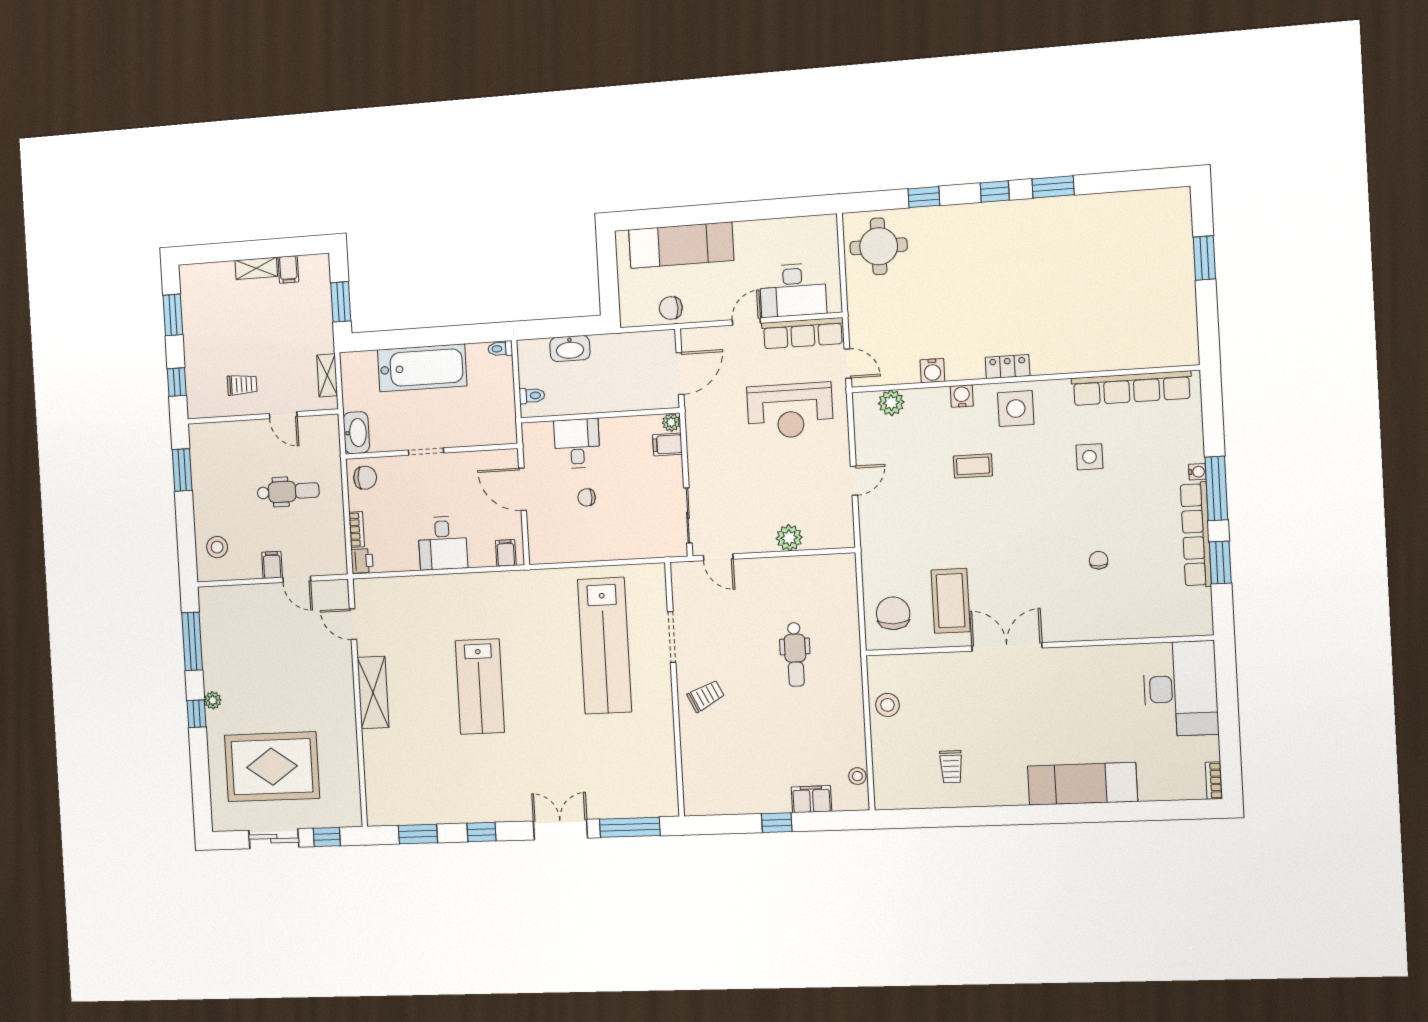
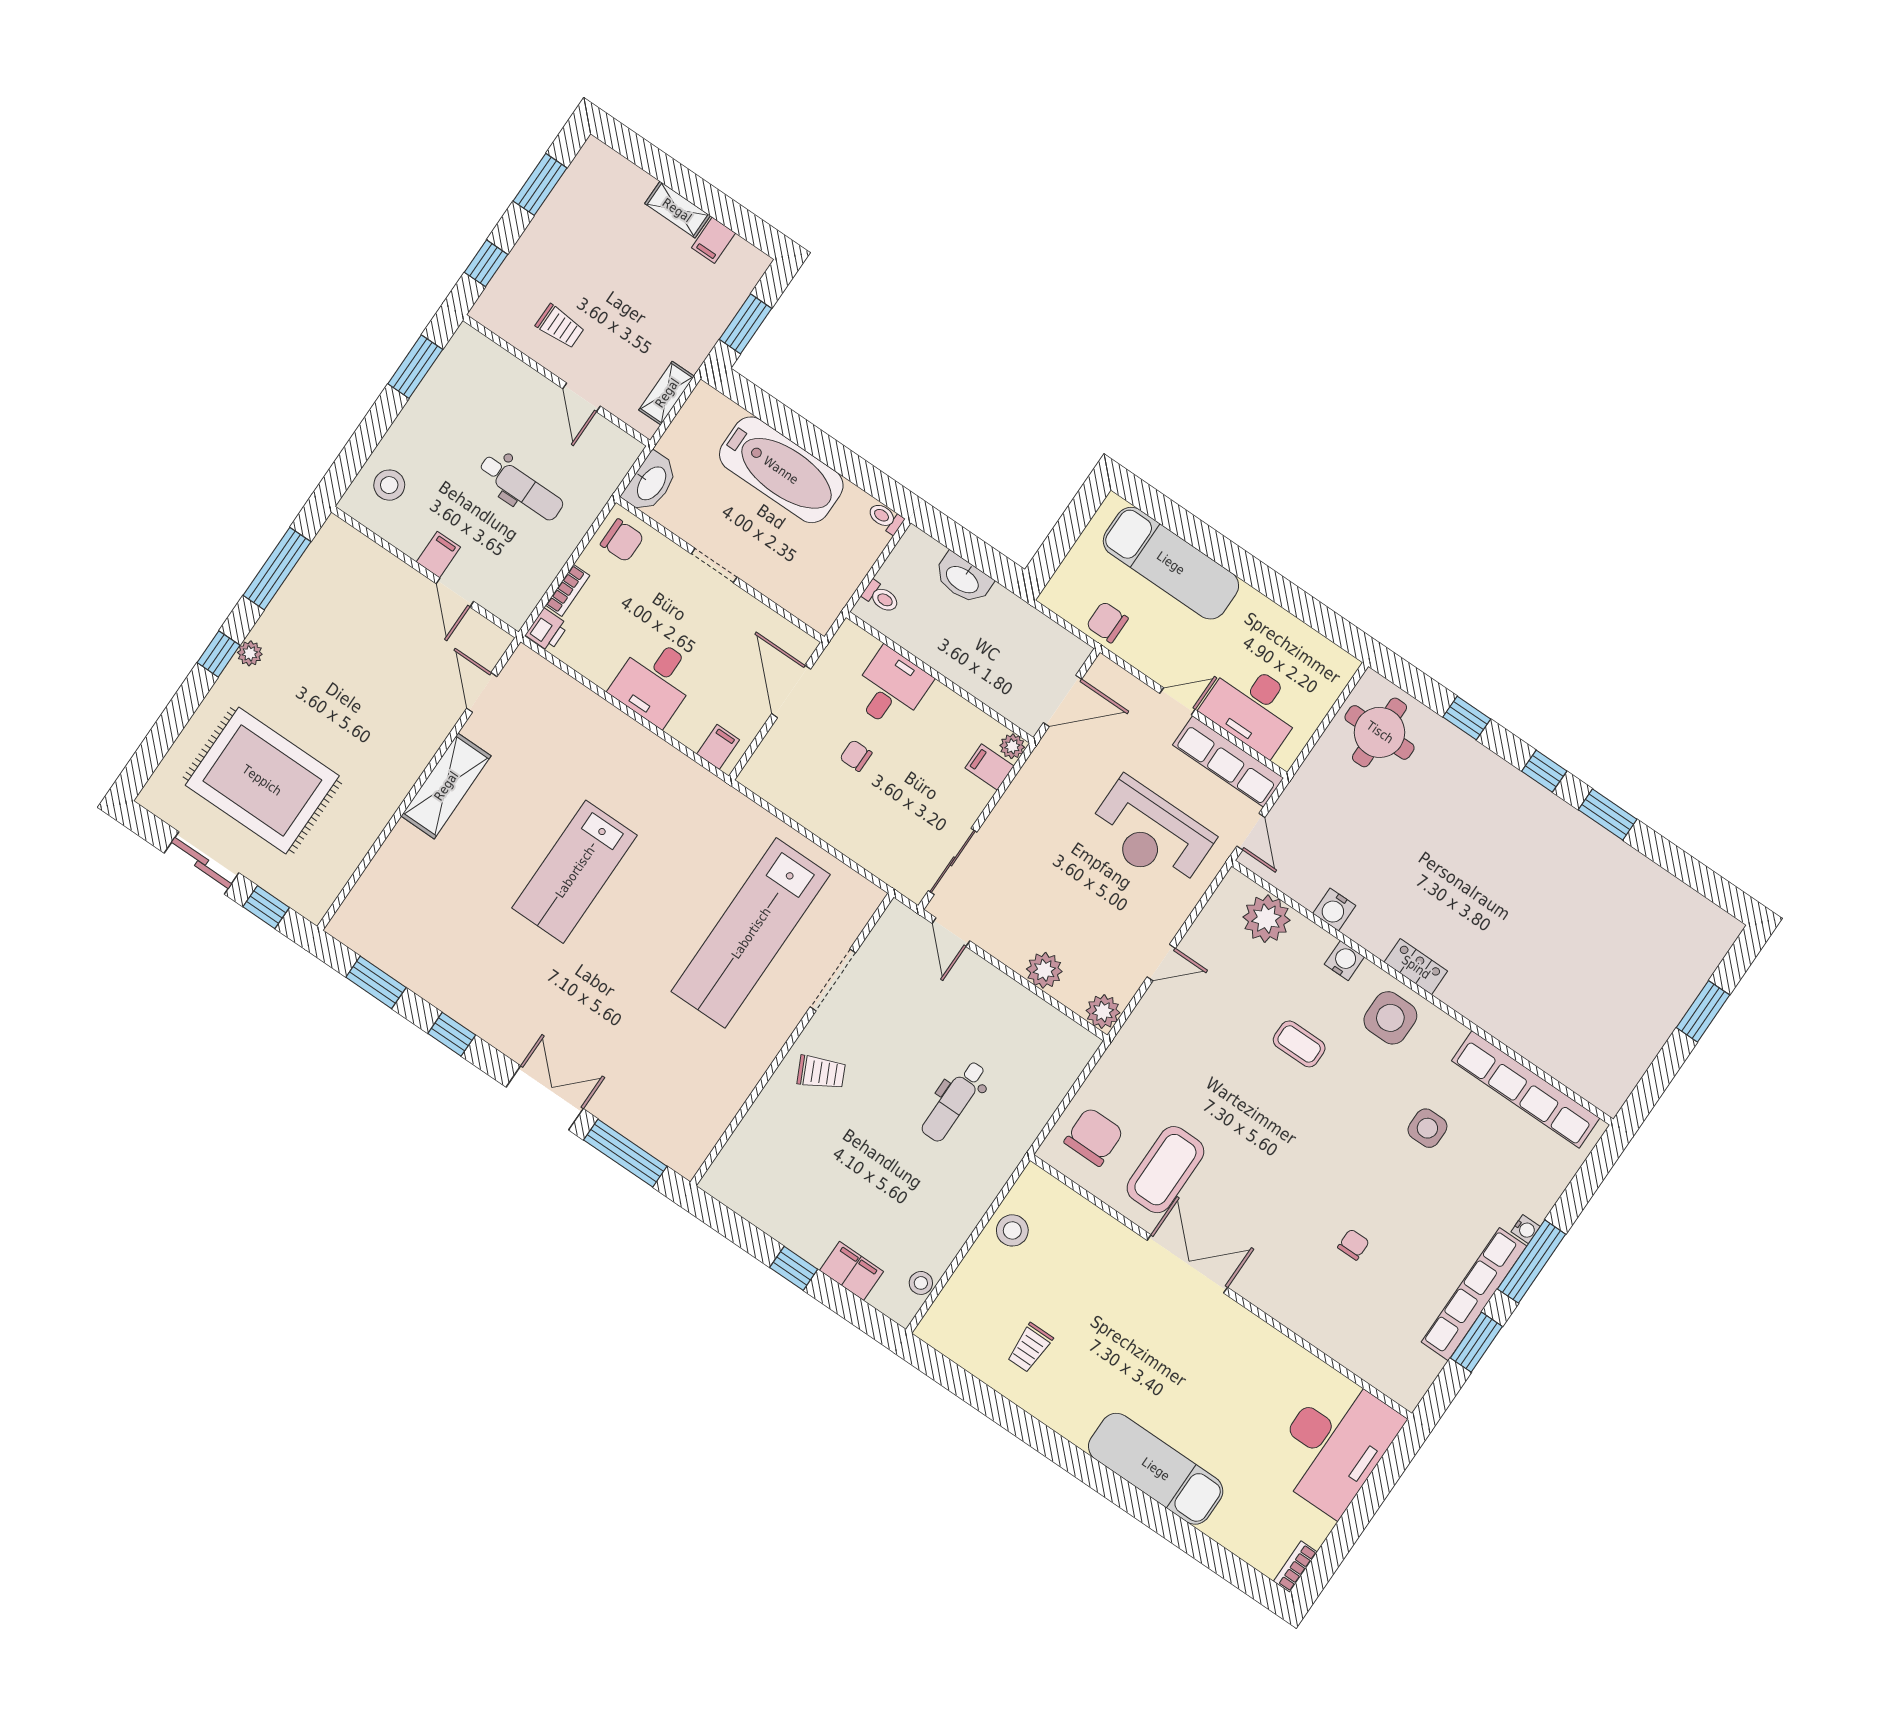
plant: (891, 403) -> (1266, 919), width x1.36, depth x1.36
plant: (842, 536) -> (1103, 1012), added

